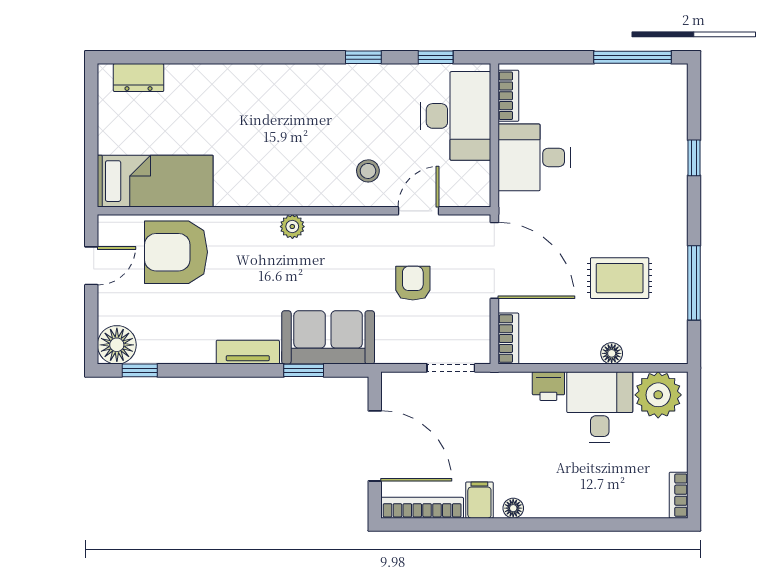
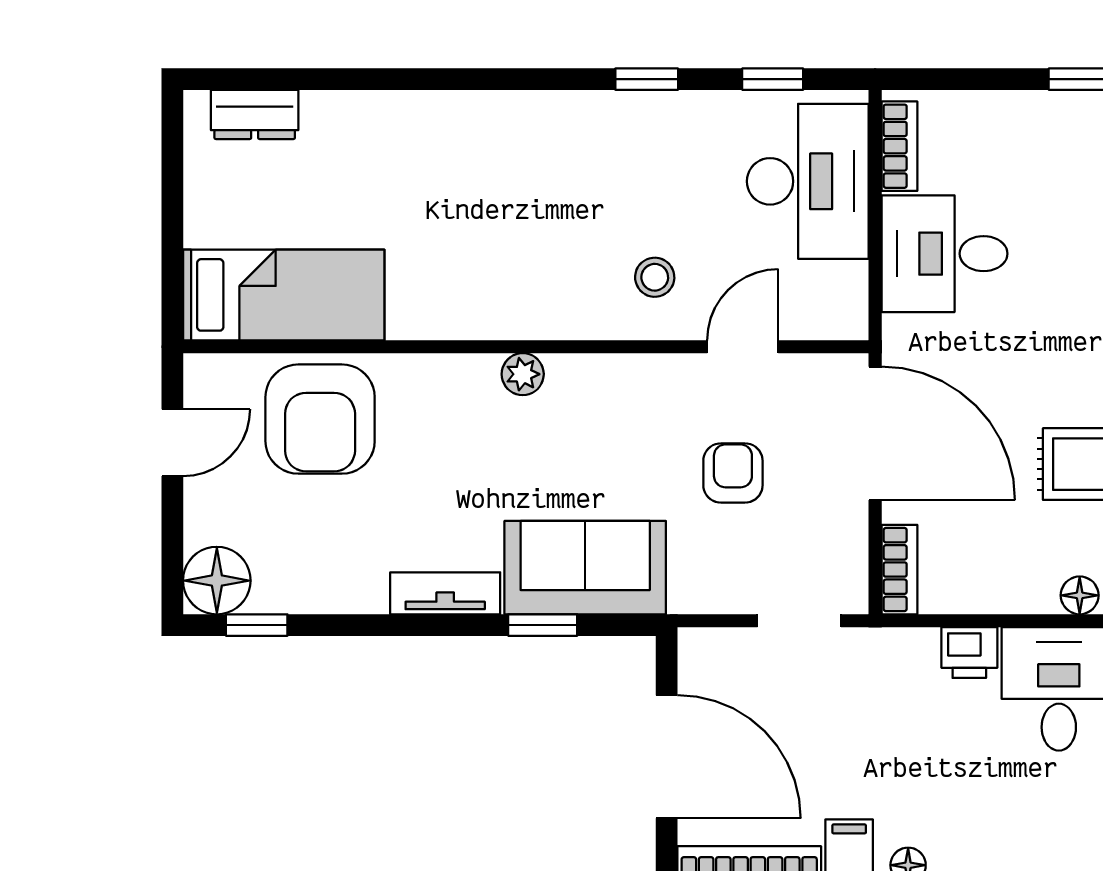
armchair: (176, 252) -> (320, 419), turned -90

